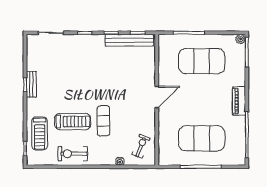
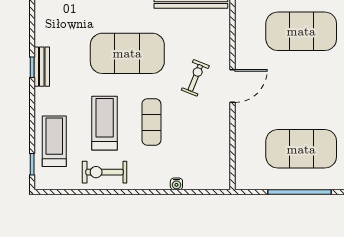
exercise mat: (88, 76) -> (127, 53), added
treadmill: (73, 121) -> (105, 123), turned -90
treadmill: (40, 133) -> (54, 141), turned 180
exercise bike: (141, 146) -> (195, 78), moved

